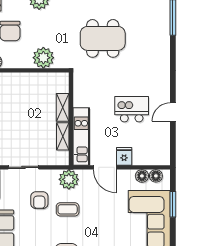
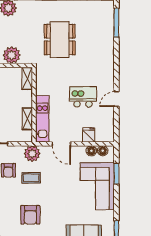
dining table: (103, 38) -> (60, 40), turned 90
shelving: (63, 107) -> (27, 78), moved
fridge: (124, 156) -> (89, 135), moved

